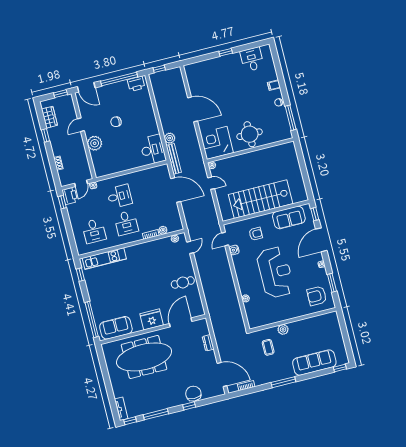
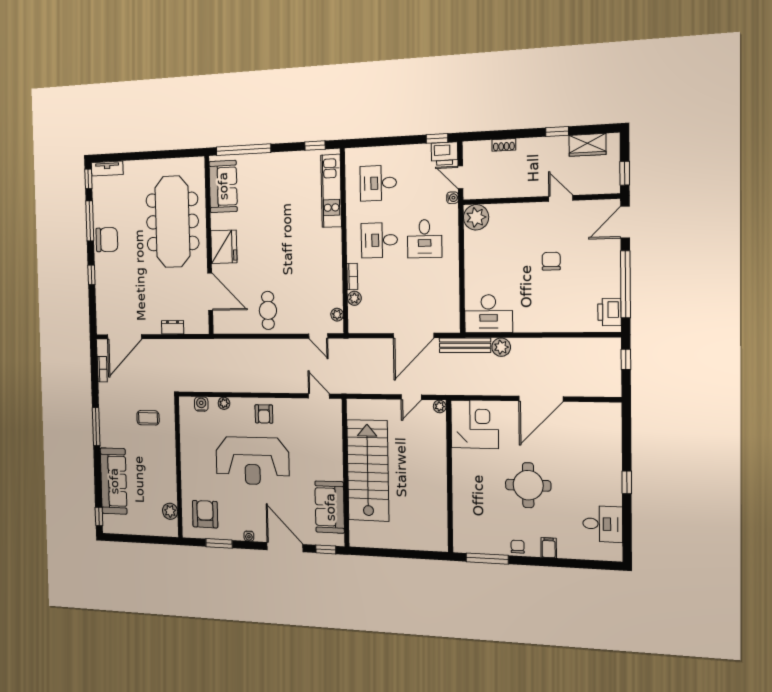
round table: (250, 134) -> (528, 485), moved
plant: (95, 143) -> (476, 217), moved
armchair: (256, 234) -> (264, 414), moved
water cooler: (234, 250) -> (201, 404), moved
plant: (283, 329) -> (170, 511), moved
chair: (193, 394) -> (107, 240), moved

